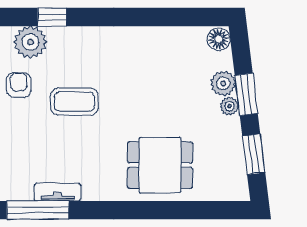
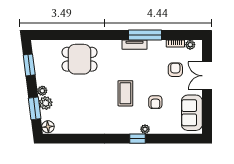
plant: (30, 42) -> (145, 129), width x0.53, depth x0.53
window: (246, 94) -> (35, 108), moved
coffee table: (74, 102) -> (125, 93), turned 90

